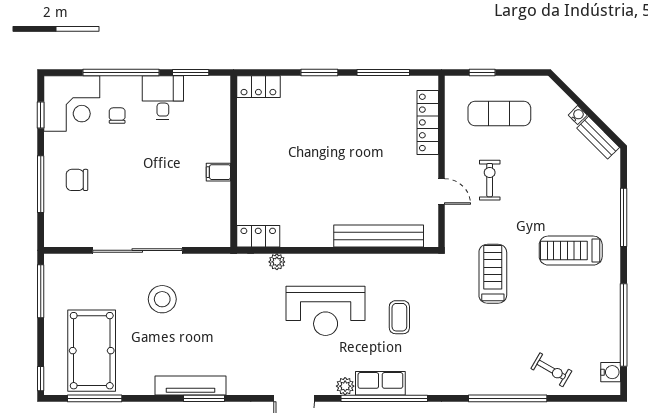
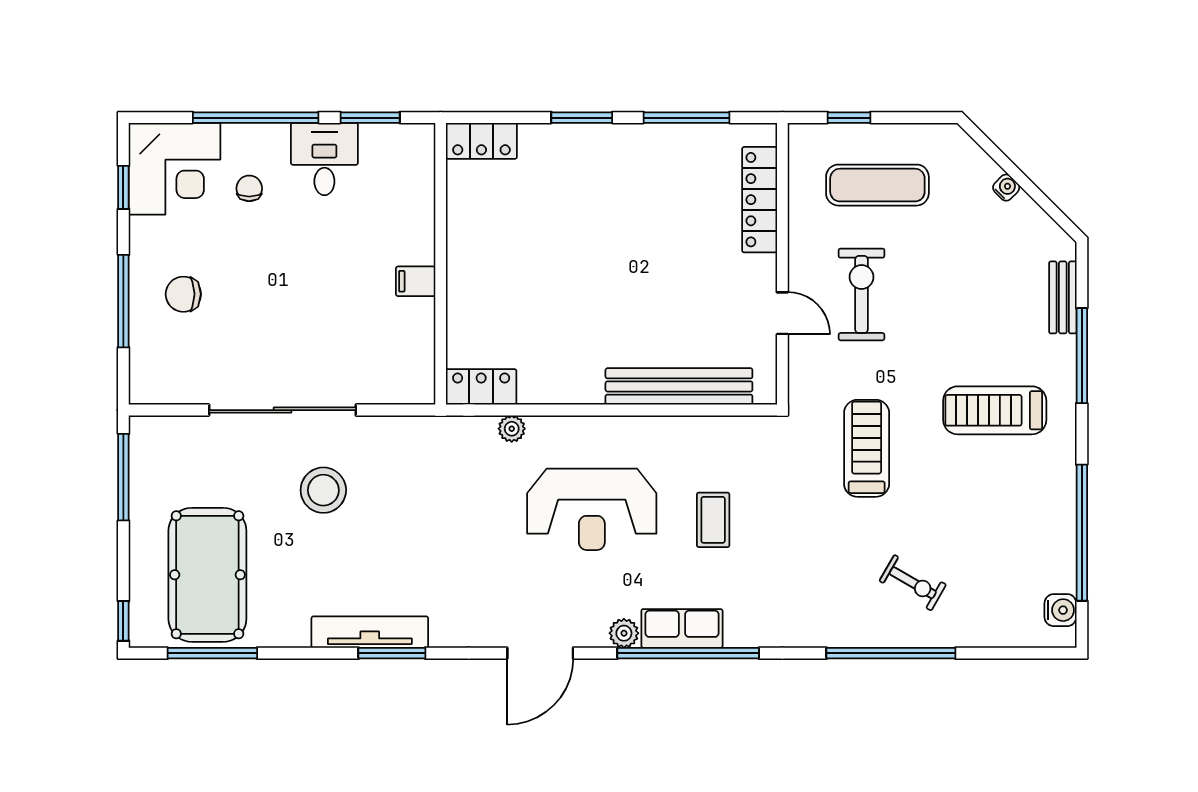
bench: (598, 138) -> (1063, 297), moved, turned 45
exercise bike: (490, 180) -> (862, 294), width x1.38, depth x1.39
exercise bike: (551, 370) -> (913, 583), moved

